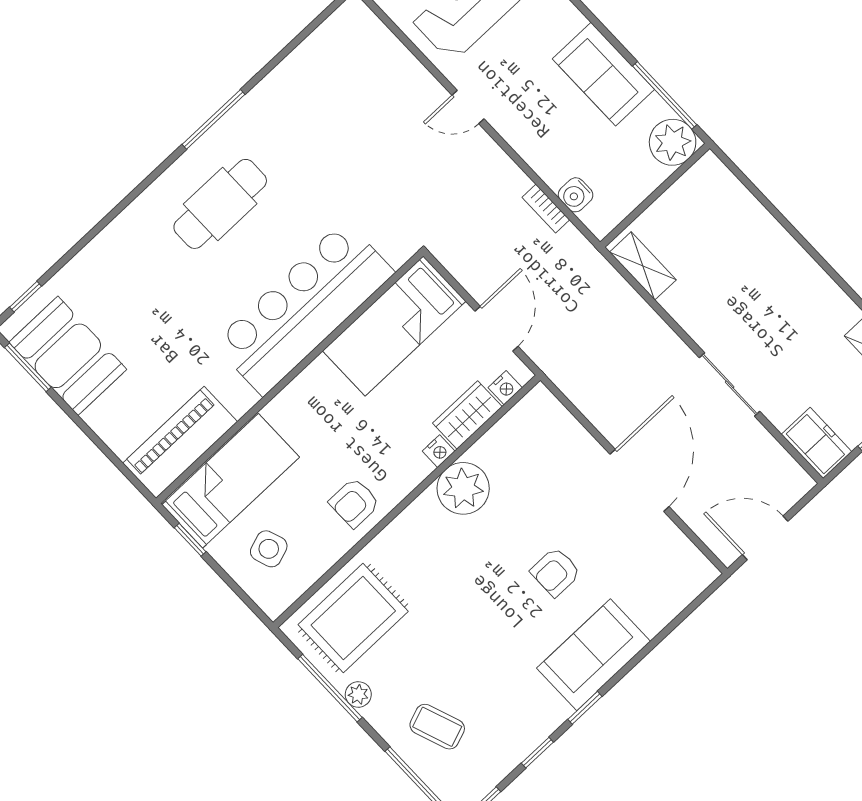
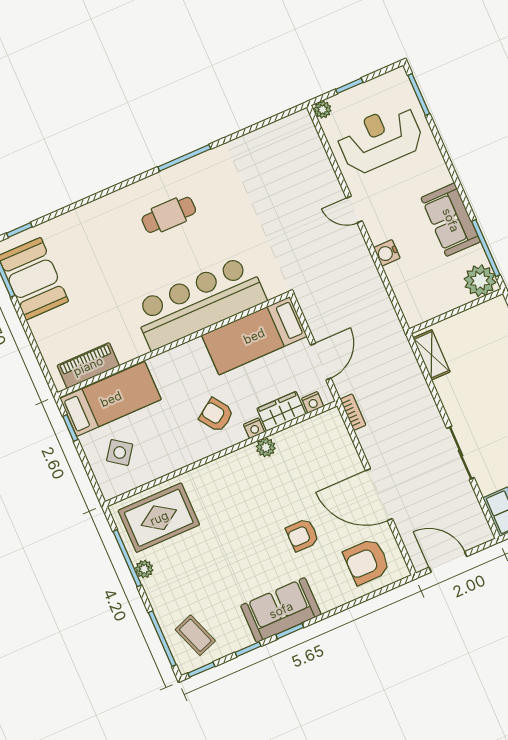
water cooler: (576, 195) -> (387, 253), moved
cafe table: (220, 204) -> (169, 215), width x0.73, depth x0.74
bookcase: (546, 209) -> (353, 412), moved, turned 180
piano: (180, 442) -> (88, 366), width x0.73, depth x0.75
door: (640, 480) -> (379, 495), swing flipped
plant: (463, 488) -> (266, 447), width x0.53, depth x0.53
armchair: (354, 503) -> (216, 415), moved, turned 55
side table: (269, 549) -> (120, 452), turned -35
armchair: (655, 577) -> (367, 562), added
sofa: (594, 655) -> (281, 610), moved
coffee table: (437, 727) -> (195, 635), moved

